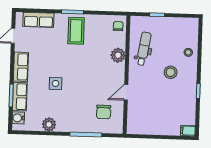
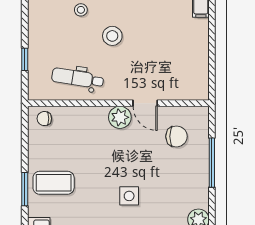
plant: (118, 55) -> (120, 117), moved
side table: (56, 83) -> (129, 196), moved

